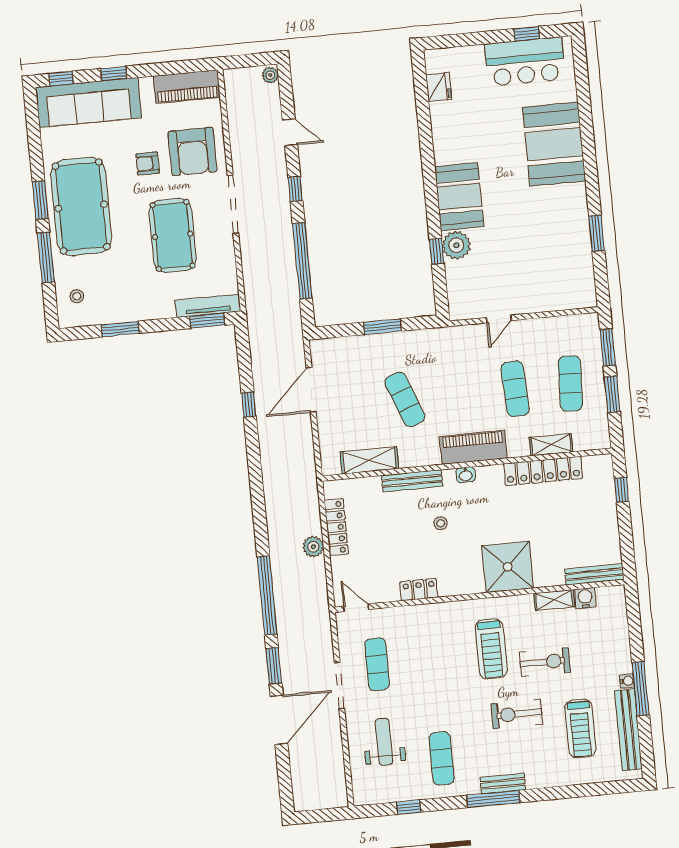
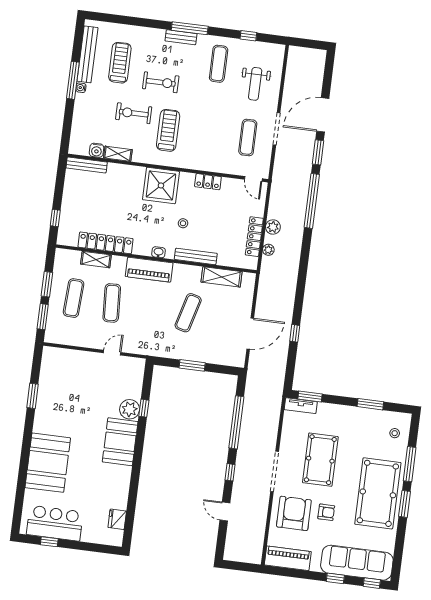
plant: (270, 75) -> (268, 250), moved
tv unit: (208, 306) -> (301, 406), width x0.71
exercise mat: (405, 399) -> (188, 313), turned 36
shower: (508, 567) -> (161, 185), moved

